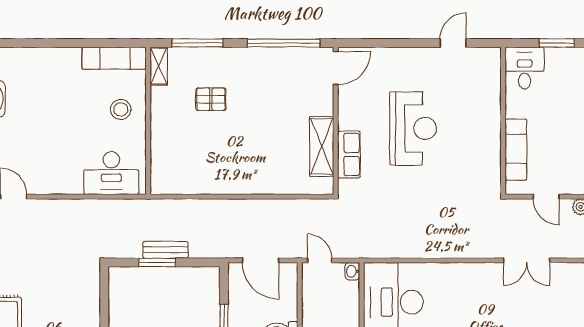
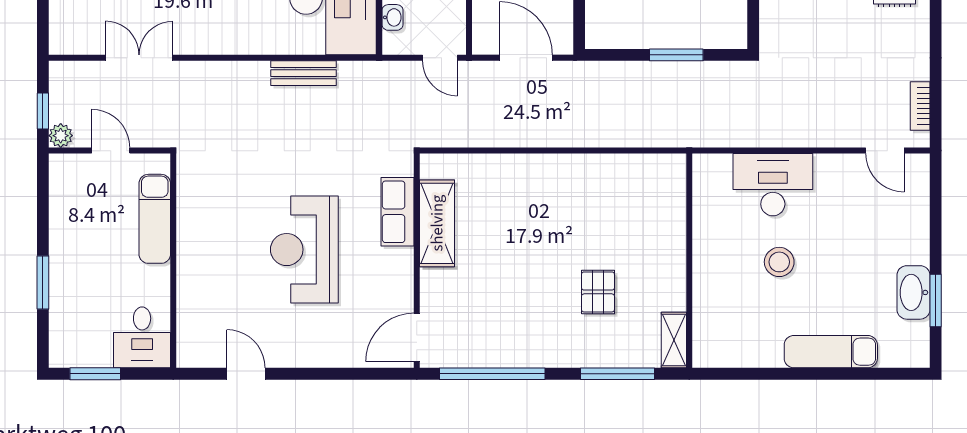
door: (453, 43) -> (246, 374), swing flipped
exam couch: (114, 58) -> (831, 352), moved
pallet: (211, 99) -> (598, 292), turned 90
stool: (121, 109) -> (779, 262), moved
desk: (111, 173) -> (773, 185), moved
bench: (166, 250) -> (303, 73), moved
washbasin: (352, 271) -> (392, 17), moved

